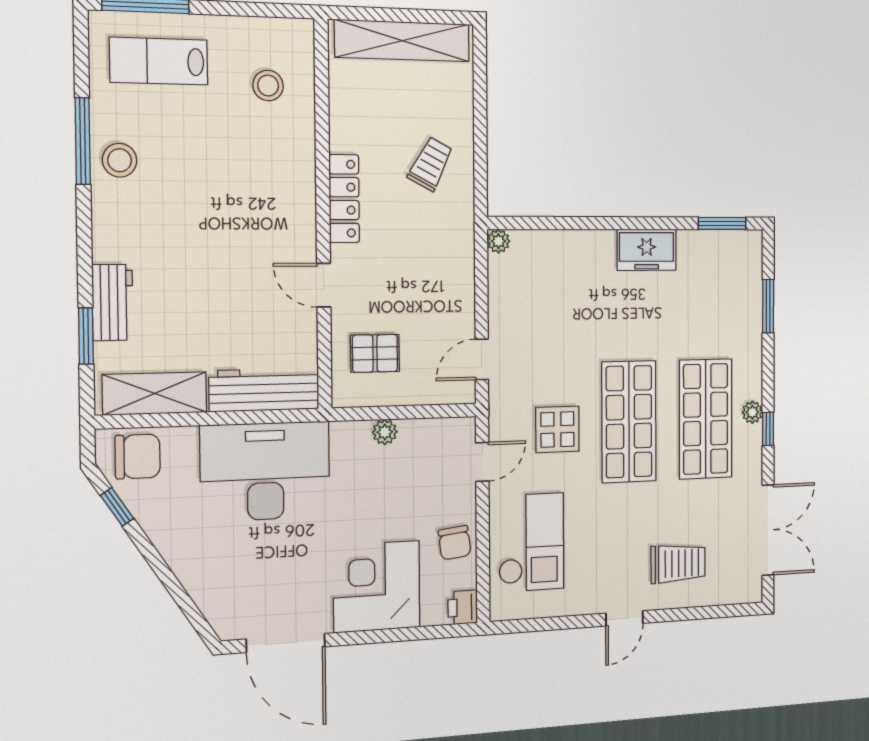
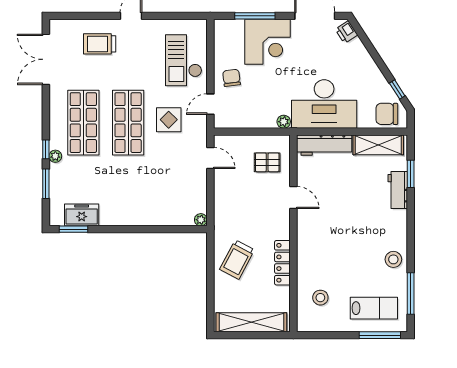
window: (83, 141) -> (411, 294), moved
trolley: (431, 164) -> (237, 260), width x1.36, depth x1.39
locker: (344, 199) -> (282, 263), moved
freezer: (647, 250) -> (82, 215), moved
door: (482, 359) -> (210, 158), hinge flipped
plant: (752, 412) -> (55, 156), moved
window: (768, 429) -> (46, 149), moved
plant: (385, 432) -> (284, 122), moved
chair: (455, 543) -> (232, 78), moved
printer: (463, 607) -> (346, 32), moved, turned 147
window: (401, 635) -> (255, 16), added

